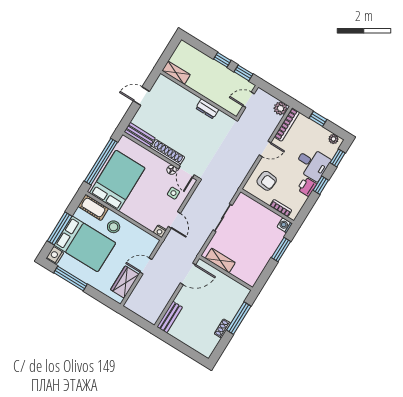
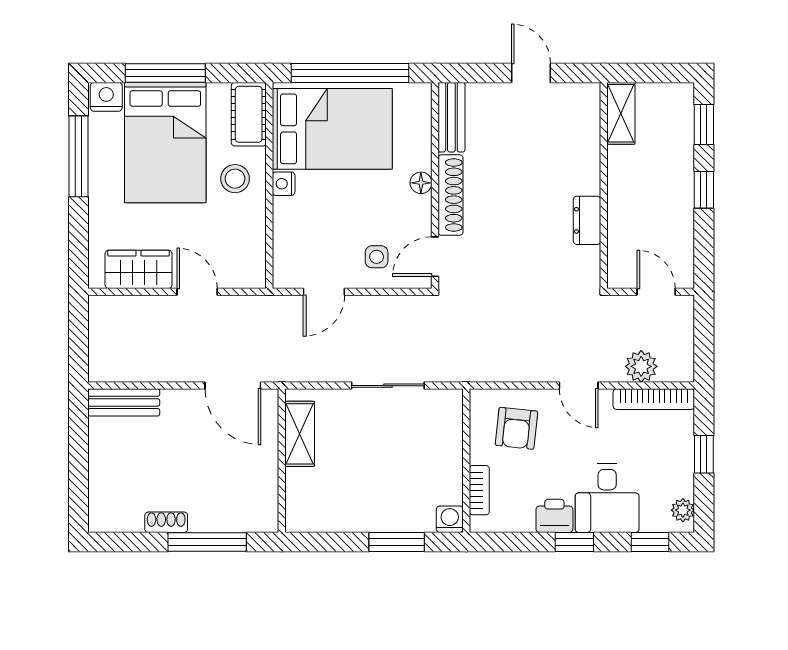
window: (244, 73) -> (704, 124), moved
plant: (281, 108) -> (641, 366), moved
floor lamp: (172, 170) -> (421, 183), moved
nightstand: (160, 231) -> (284, 184), moved

